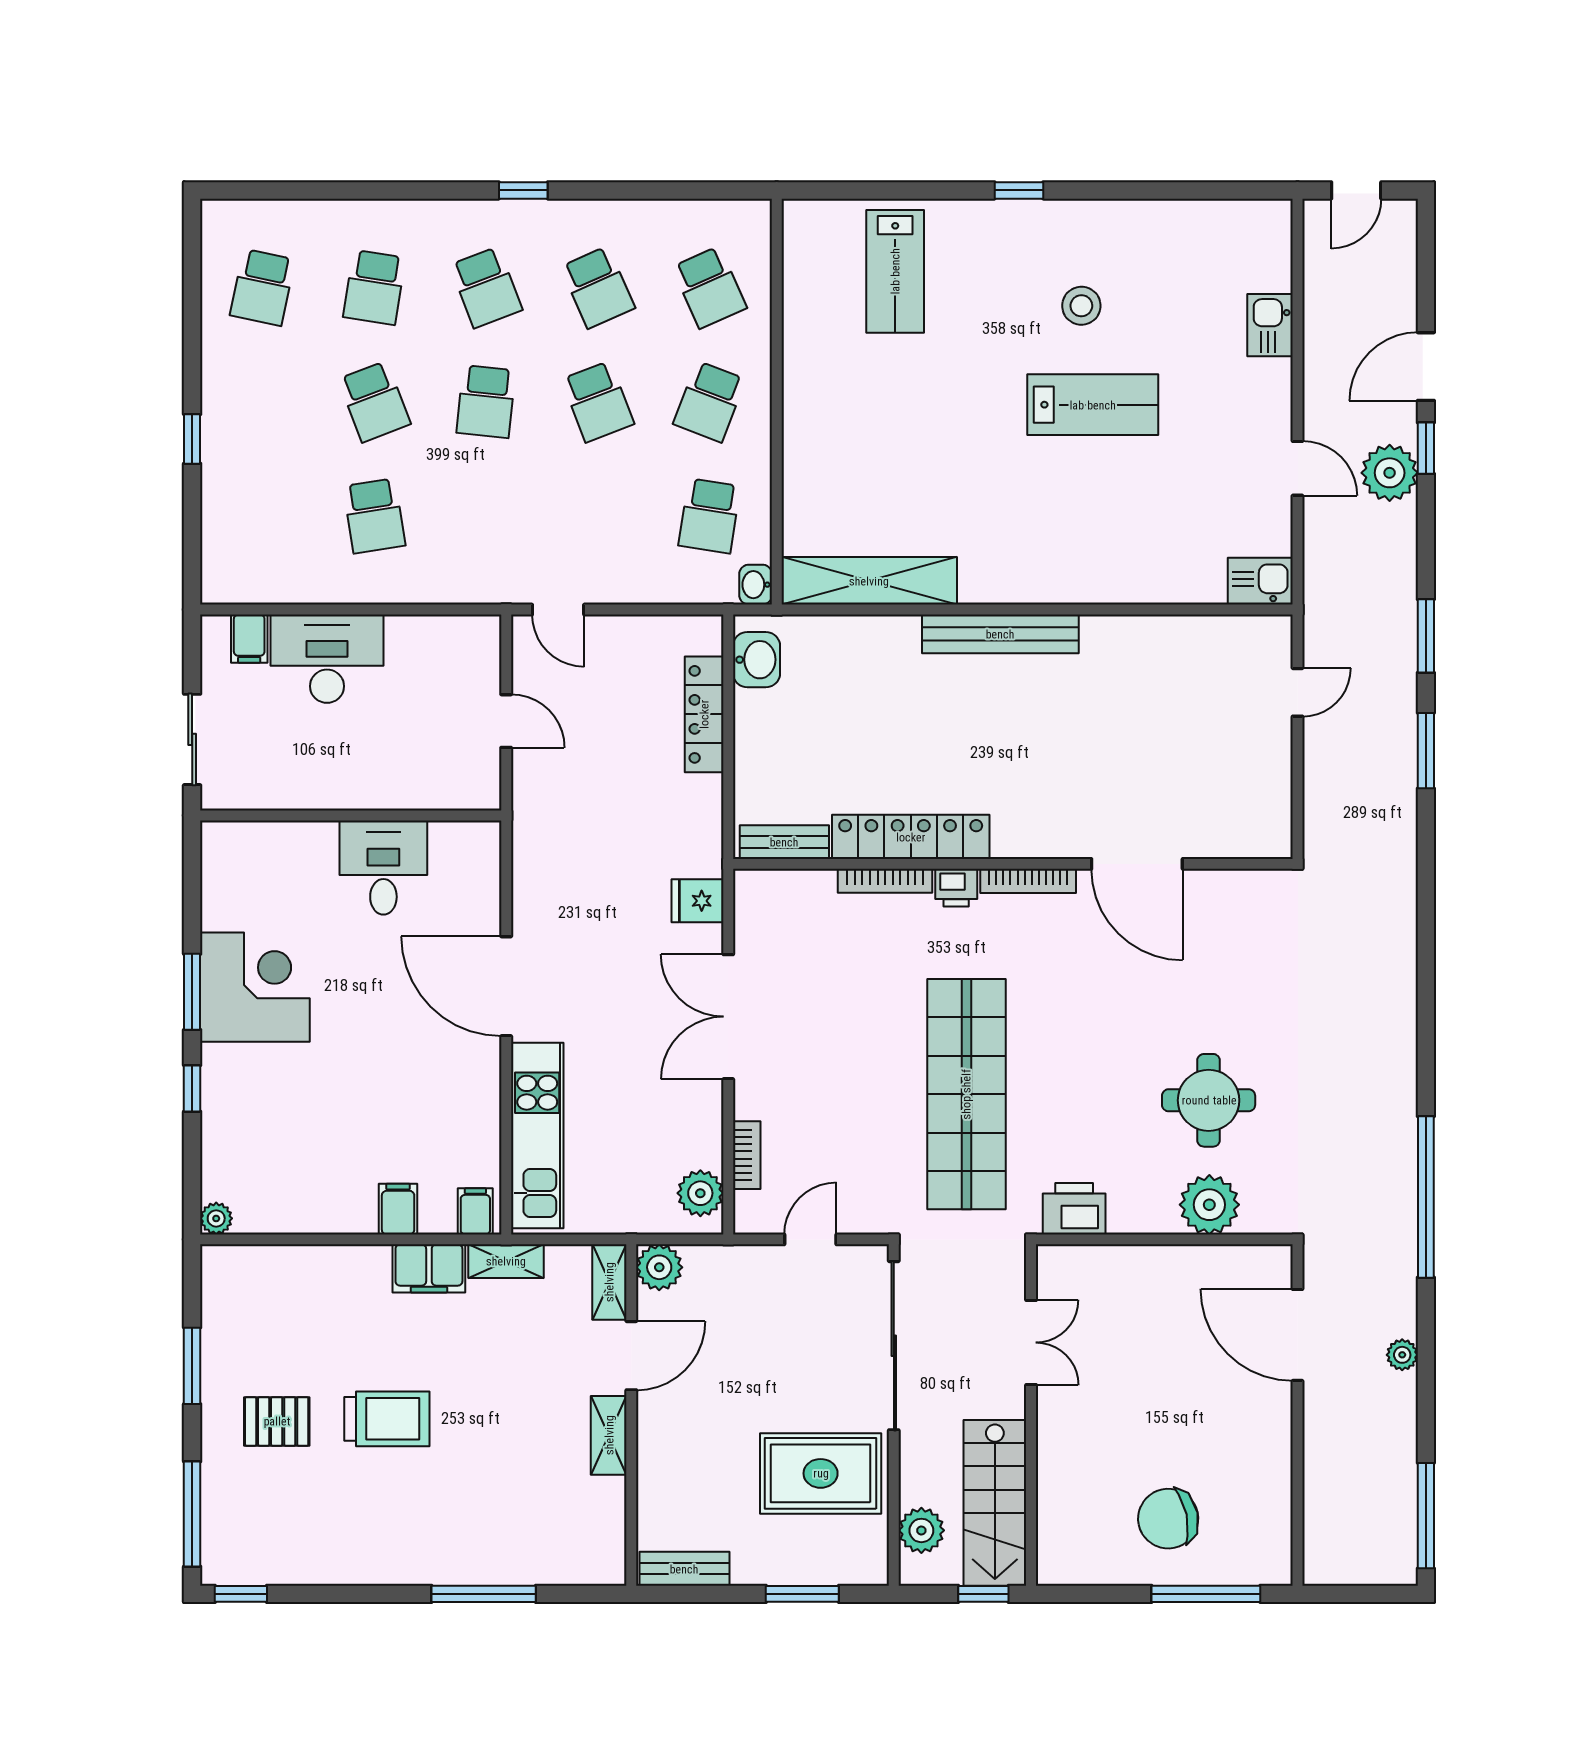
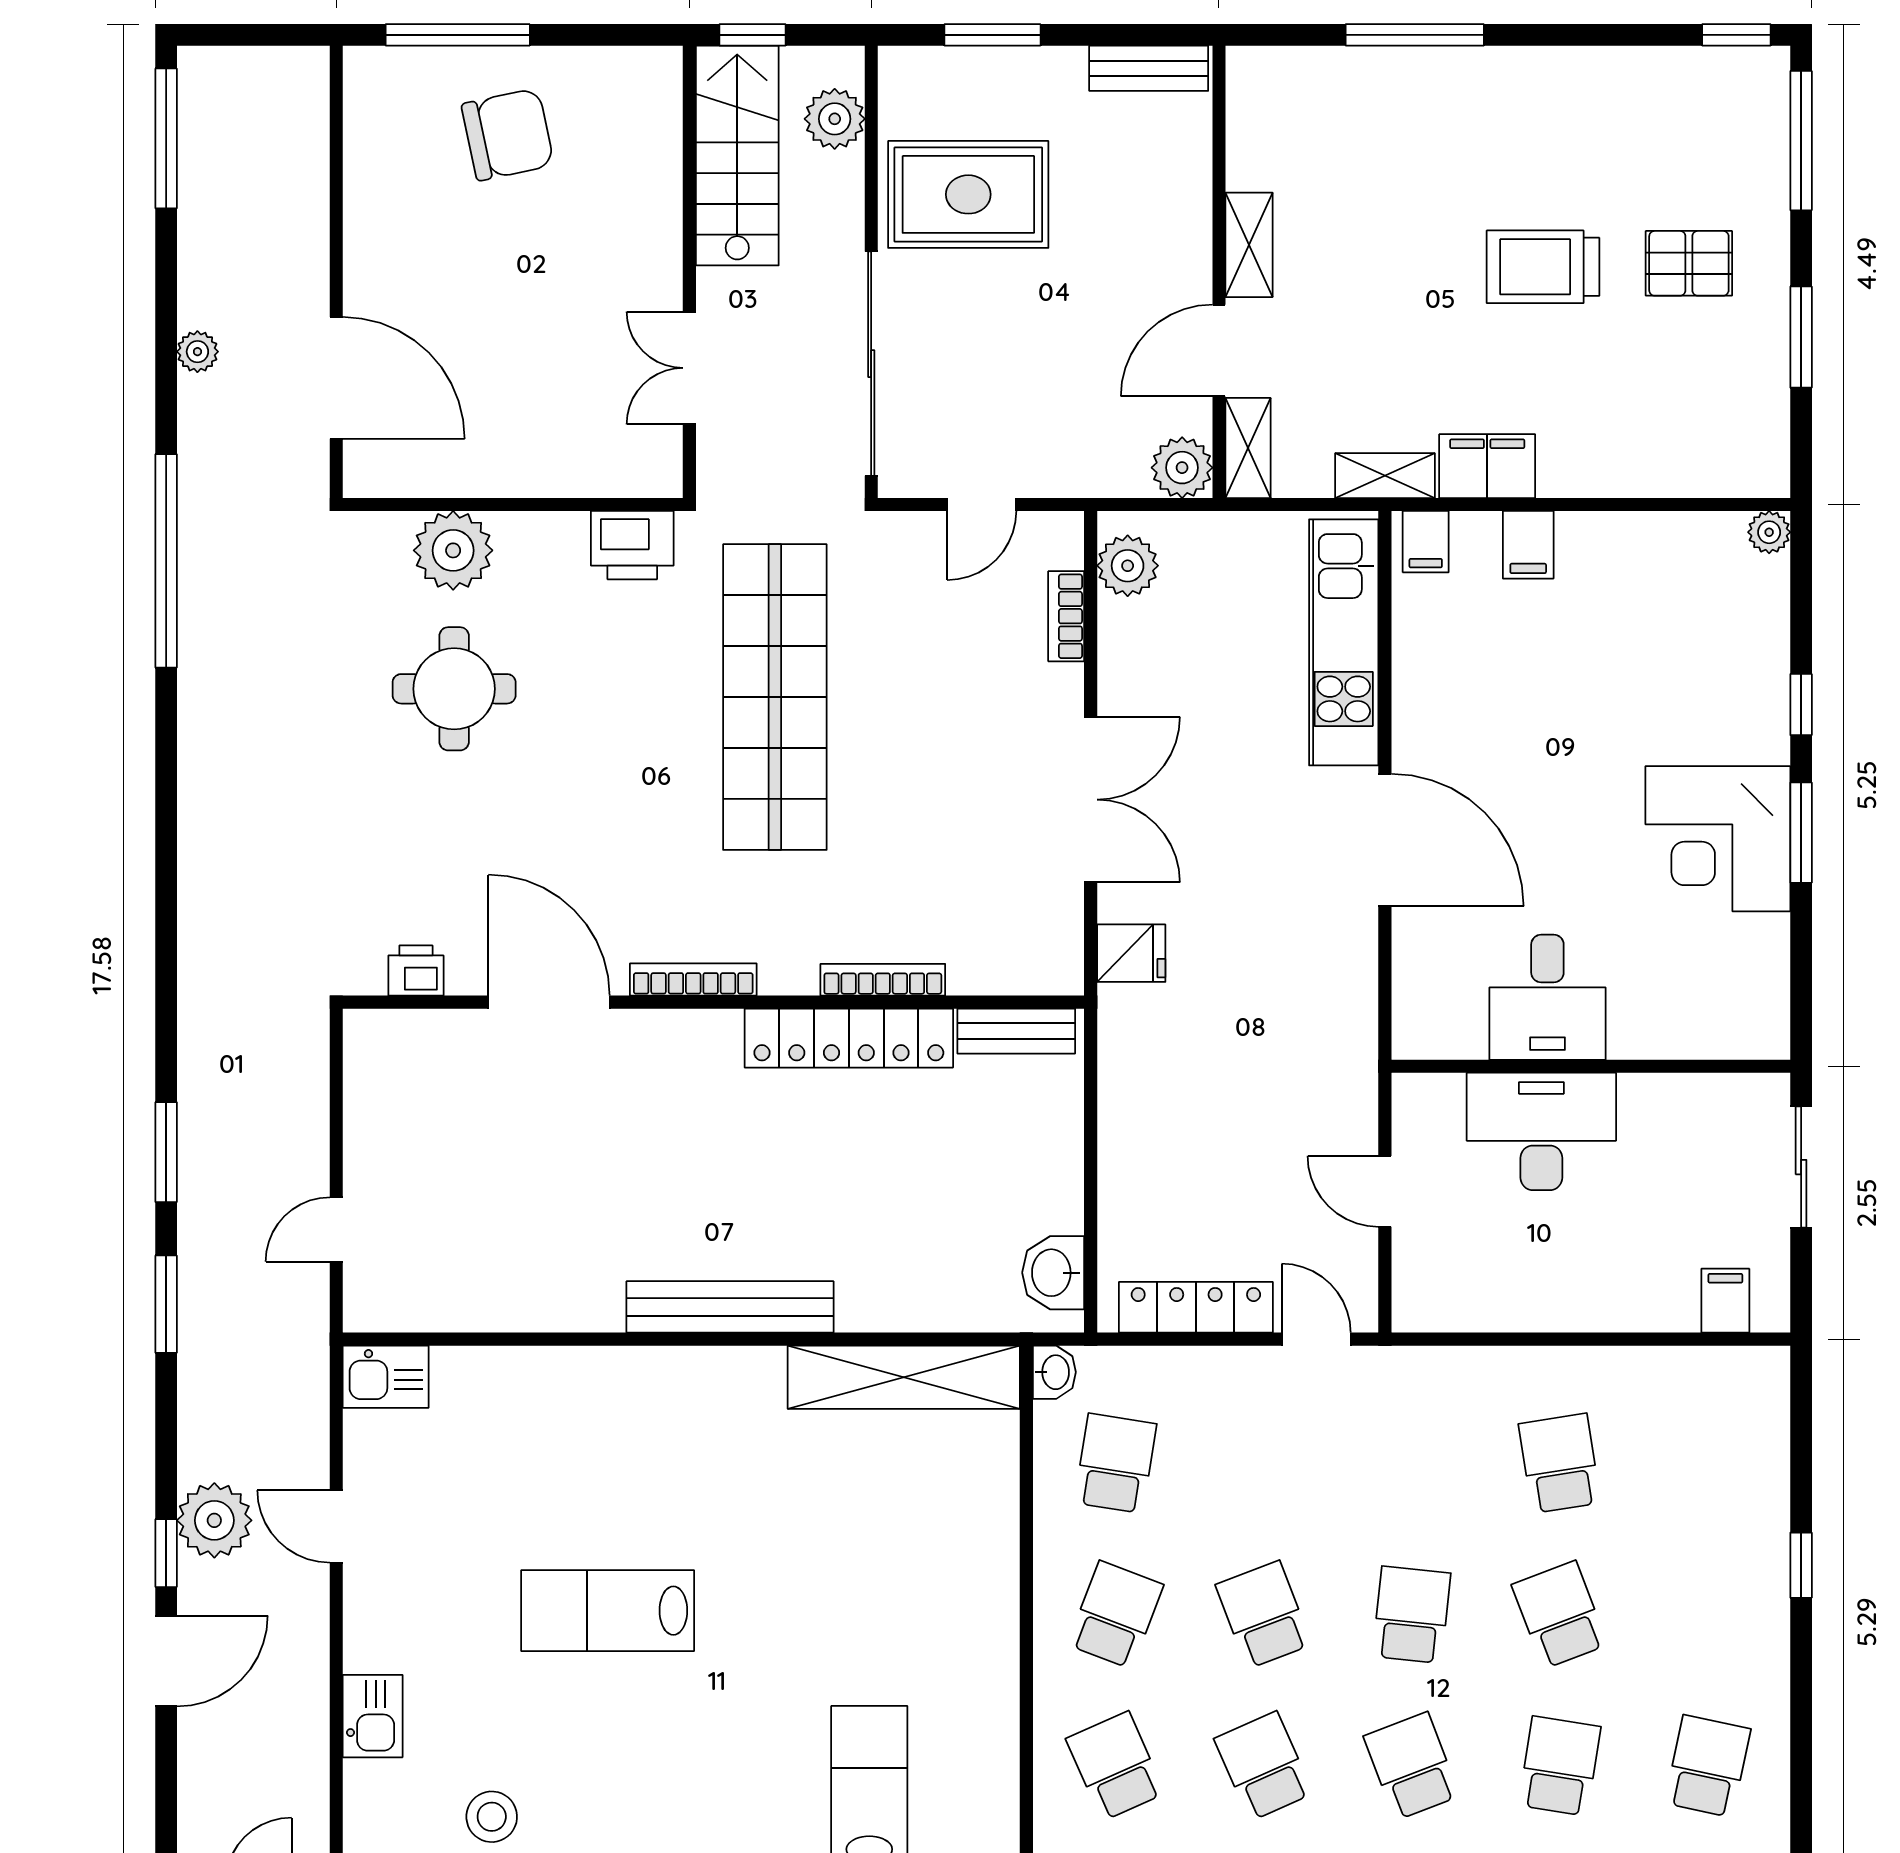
stool: (1081, 306) -> (492, 1817), moved
desk: (327, 659) -> (1541, 1131), moved, turned 180
locker: (704, 714) -> (1196, 1307), moved, turned -90
printer: (956, 888) -> (416, 971), moved

